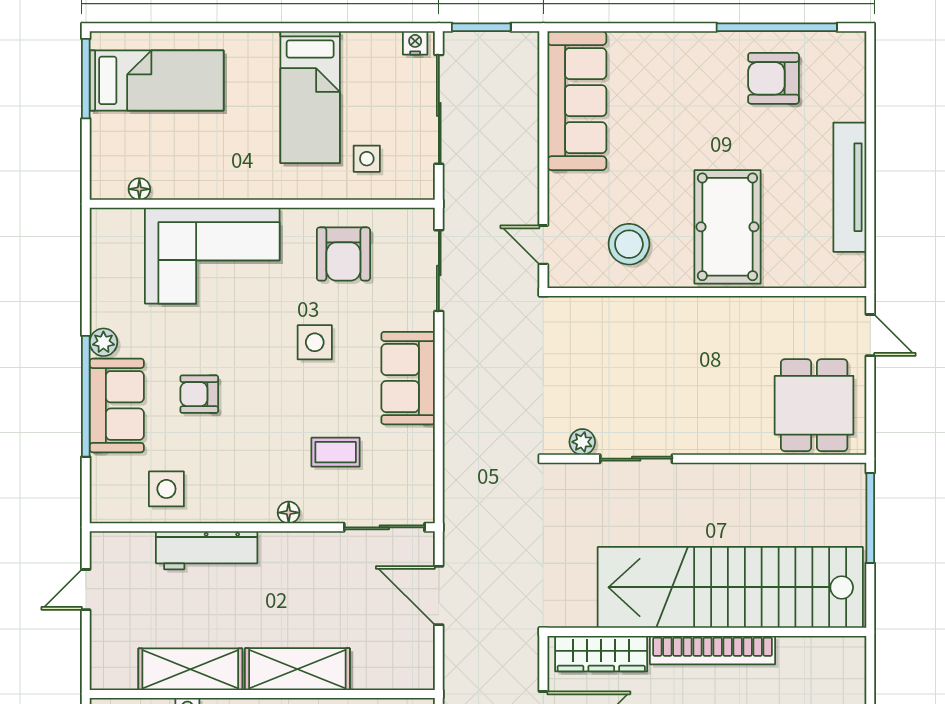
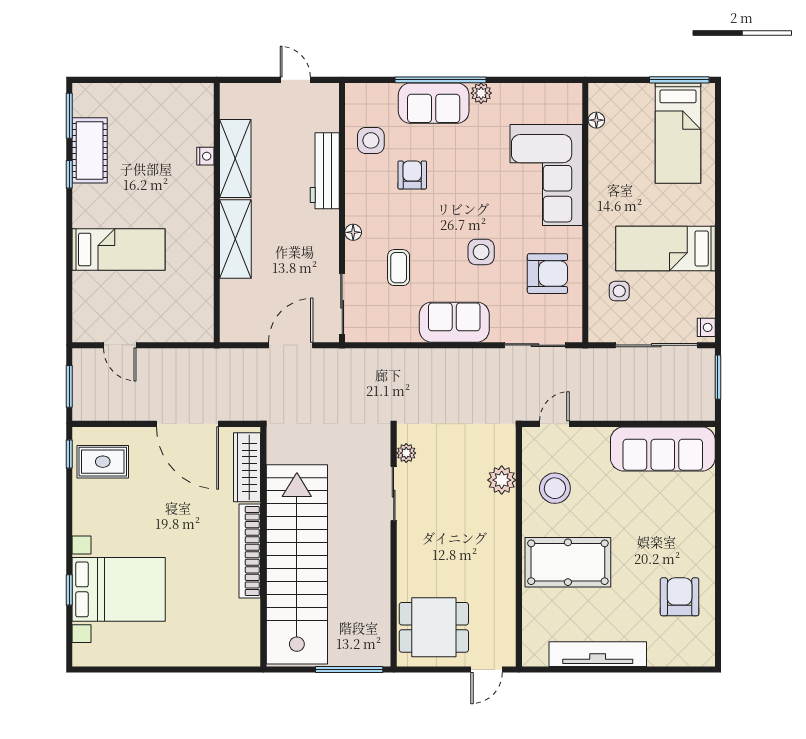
window: (777, 27) -> (718, 599), removed
armchair: (343, 254) -> (547, 274), turned 180
plant: (618, 315) -> (502, 480), added
armchair: (199, 394) -> (412, 175), moved

